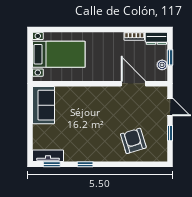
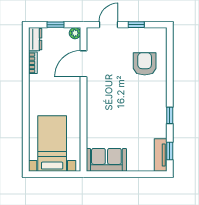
plant: (162, 65) -> (75, 33), moved
armchair: (133, 141) -> (145, 64), turned 107

